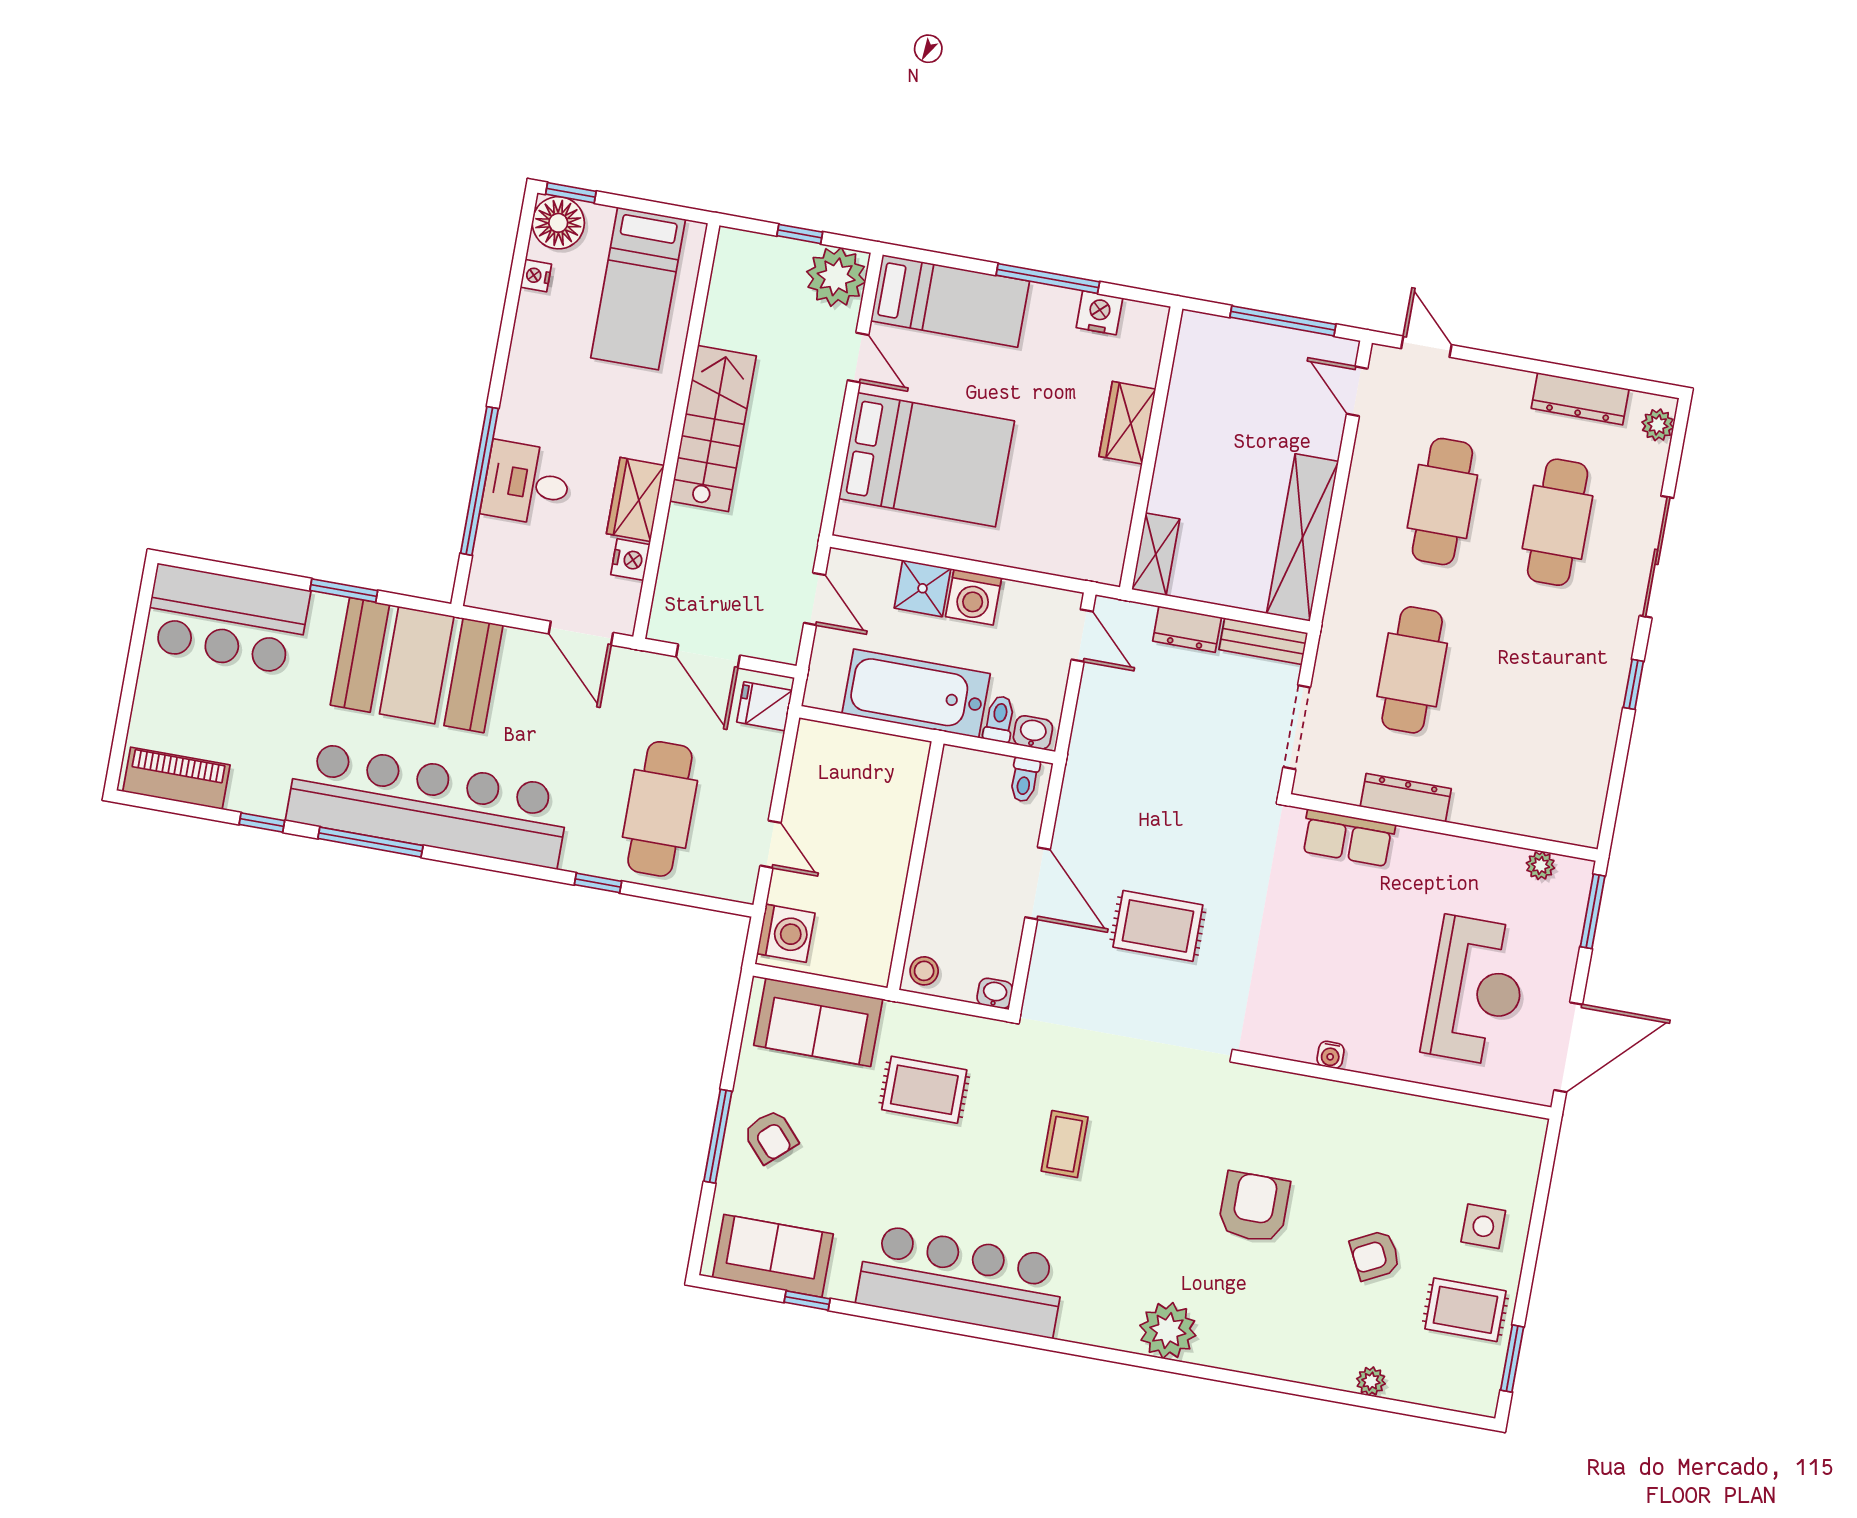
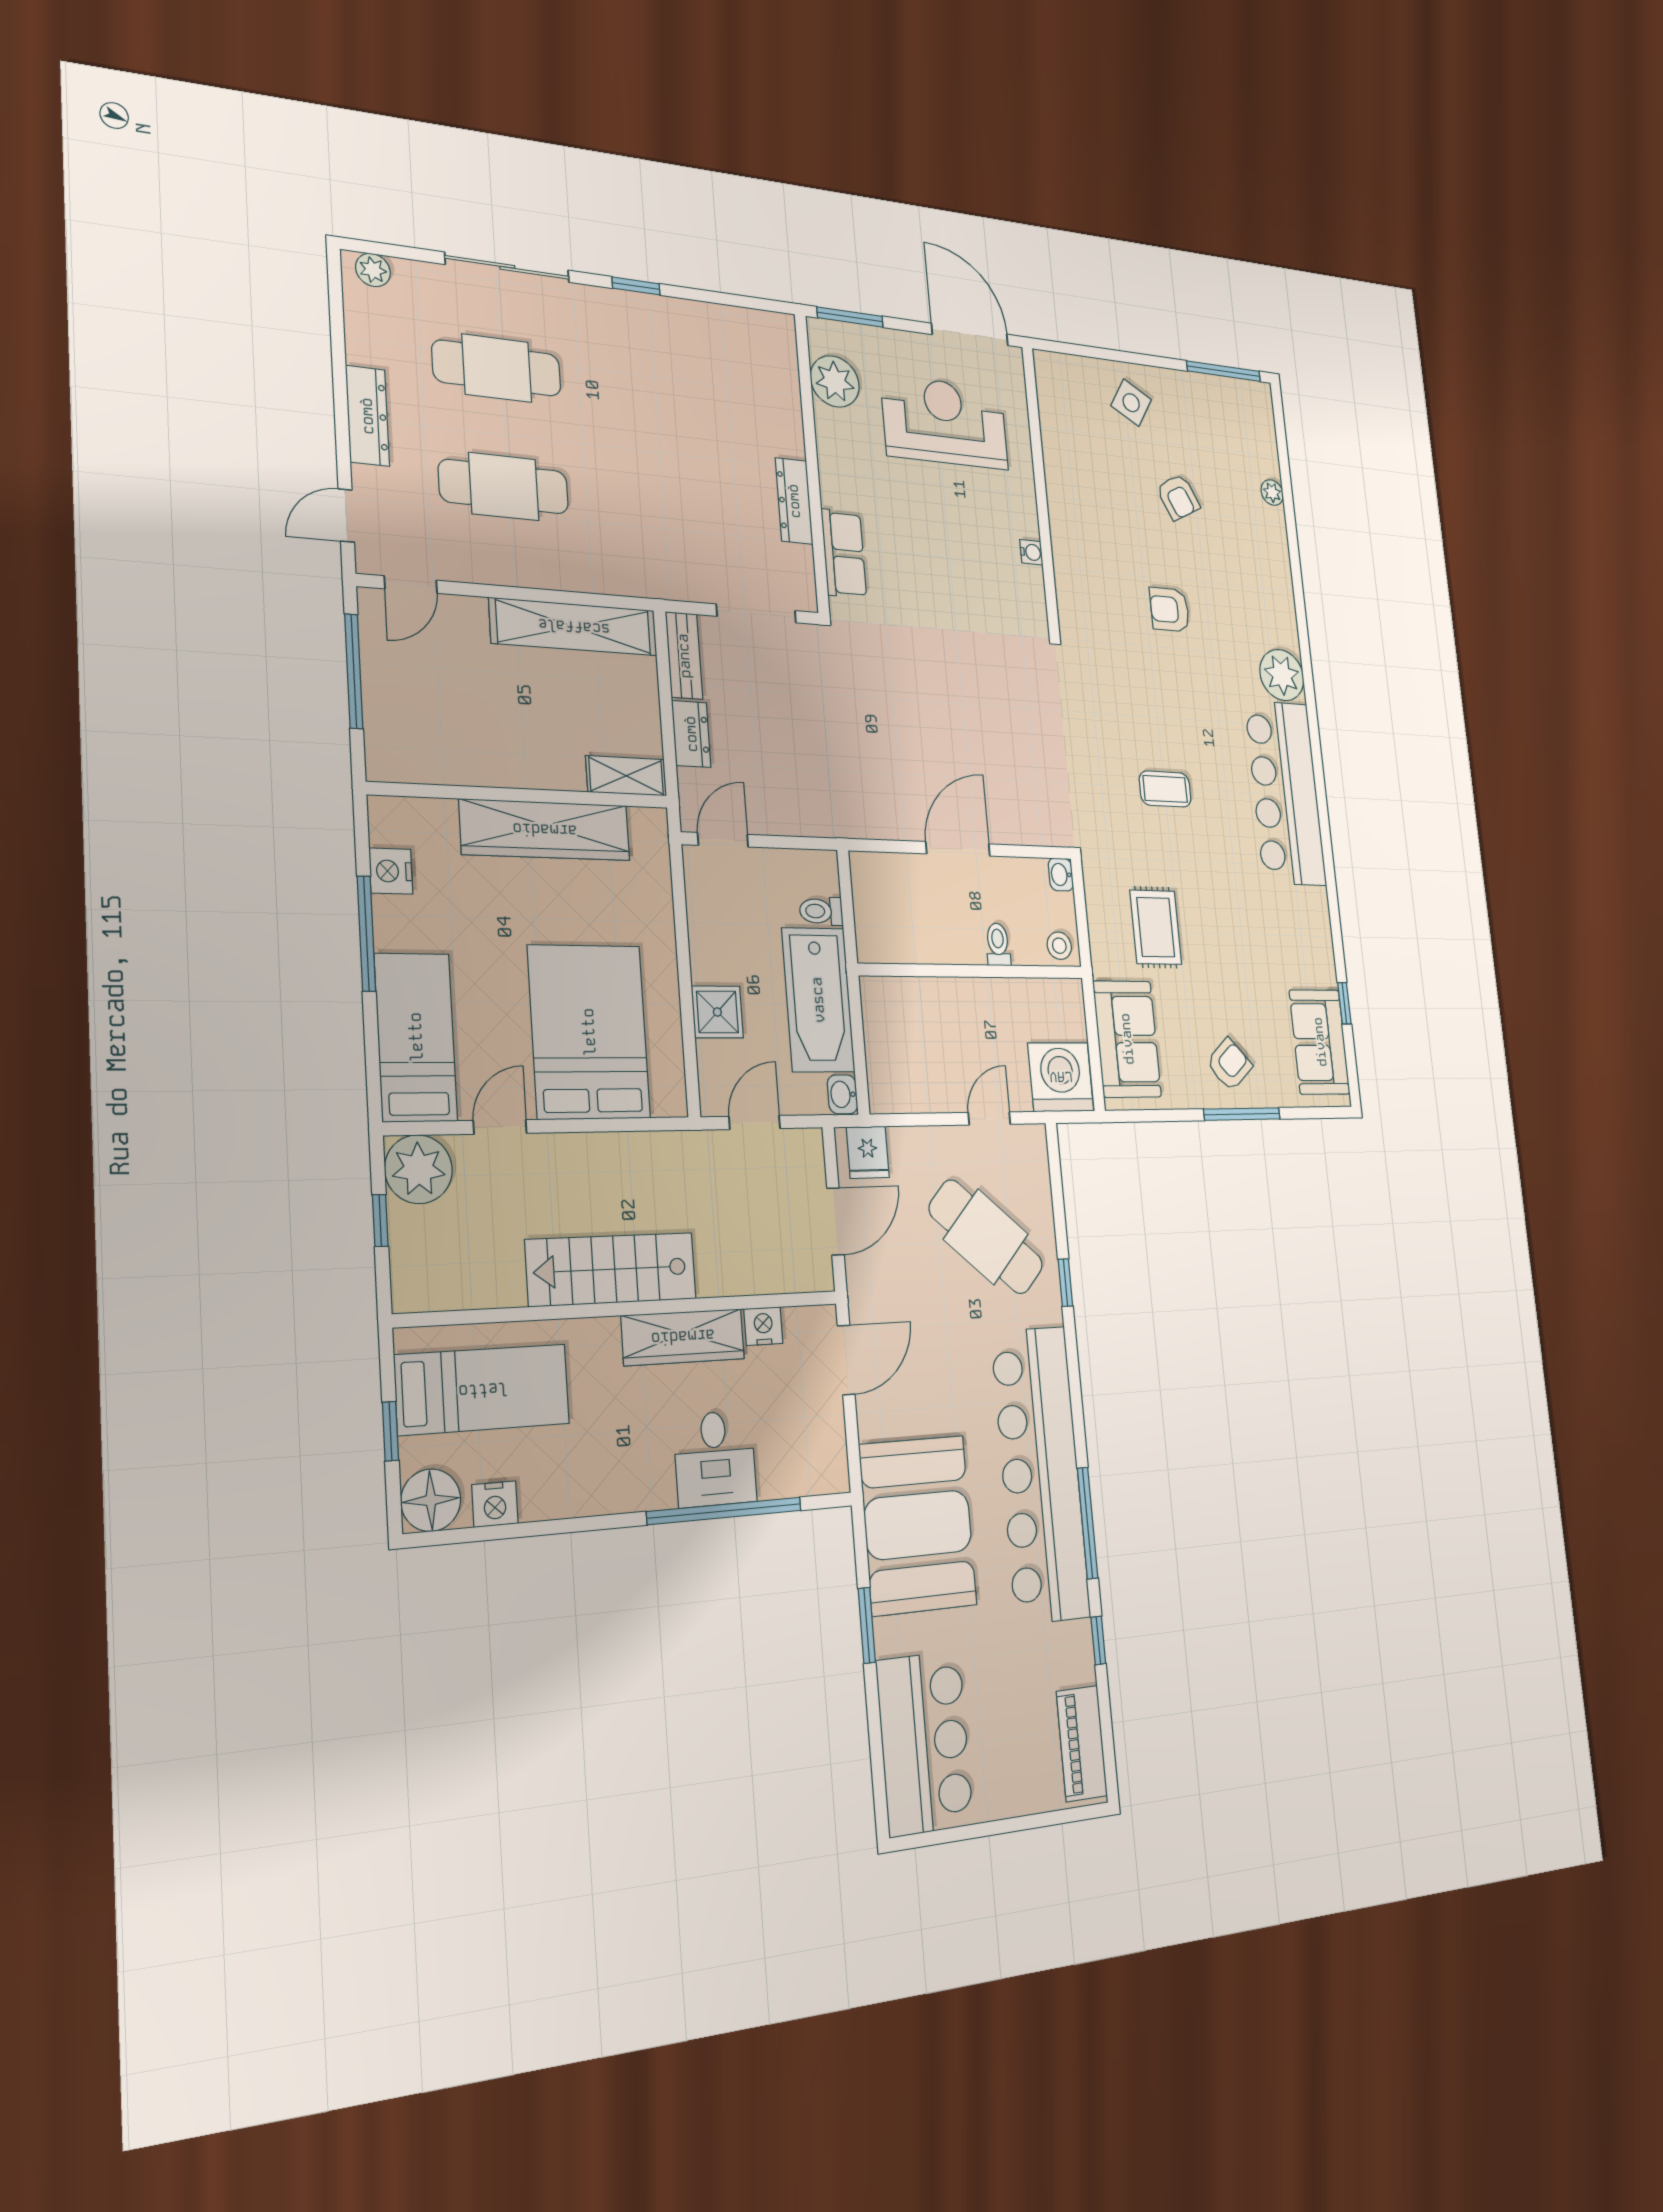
window: (571, 193) -> (390, 1431), moved
nightstand: (536, 276) -> (495, 1504), width x1.39, depth x1.35
dresser: (1580, 399) -> (367, 416), moved
wardrobe: (1127, 423) -> (545, 830), width x2.10, depth x1.17
wardrobe: (635, 499) -> (683, 1337), width x1.50
washing machine: (974, 597) -> (713, 957), removed
cafe table: (1412, 670) -> (675, 504), removed
washbasin: (1033, 732) -> (843, 1094), moved
toilet: (1024, 780) -> (998, 944), moved, turned -90
cafe table: (660, 809) -> (986, 1237), turned 42
plant: (1540, 866) -> (835, 381), width x1.88, depth x1.88
rug: (1158, 926) -> (965, 727), removed
washing machine: (786, 933) -> (1061, 1077), width x1.37, depth x1.37
armchair: (1254, 1207) -> (1170, 609), width x0.72, depth x0.72
side table: (1483, 1226) -> (1131, 403), turned 31
bar counter: (961, 1281) -> (1286, 793), moved
rug: (1465, 1310) -> (1198, 414), removed
window: (1512, 1359) -> (1224, 371), width x1.44

